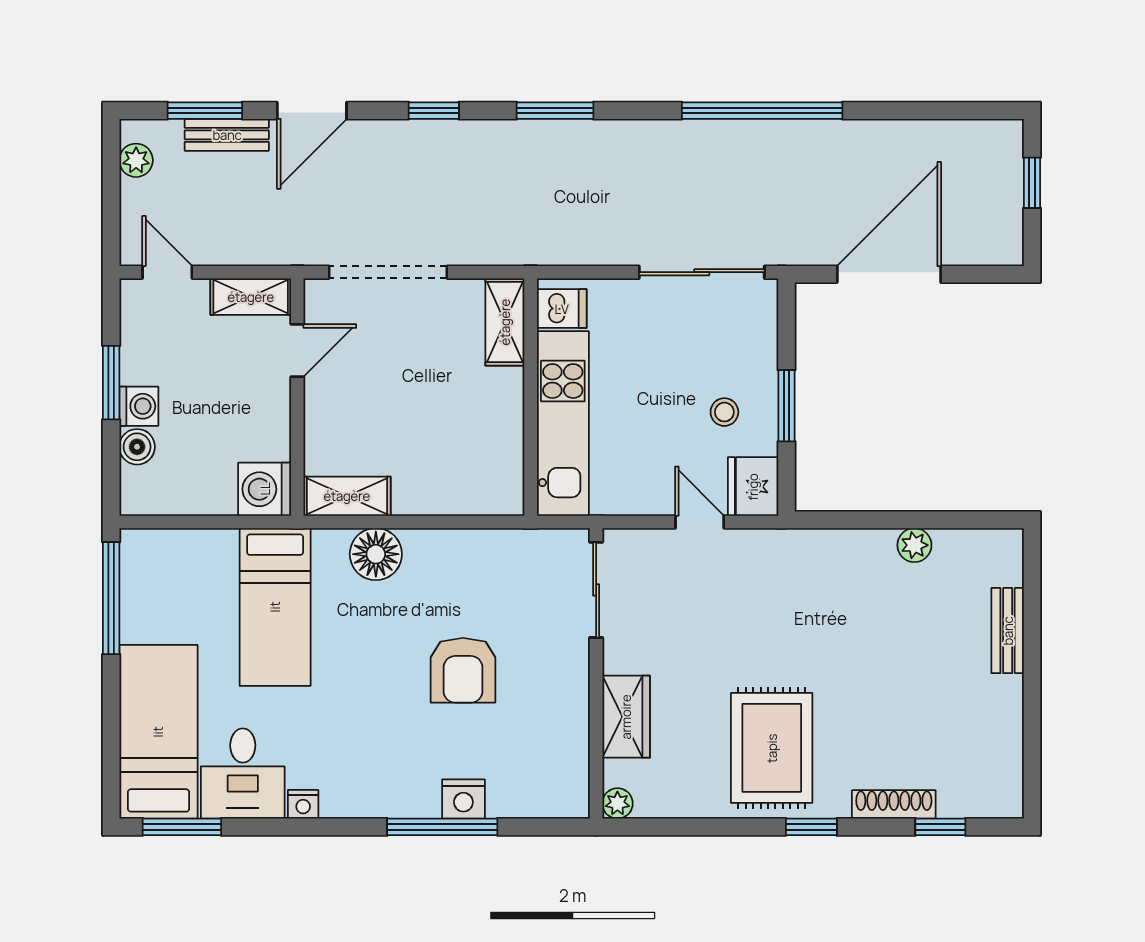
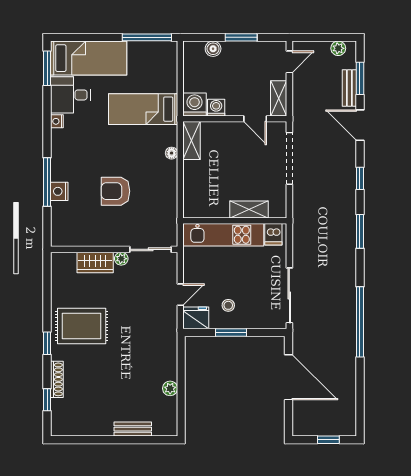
shelving: (505, 322) -> (249, 209), moved
washing machine: (139, 406) -> (216, 108), moved, turned 180
floor lamp: (376, 554) -> (172, 153), width x0.53, depth x0.53
plant: (617, 803) -> (121, 259), moved

